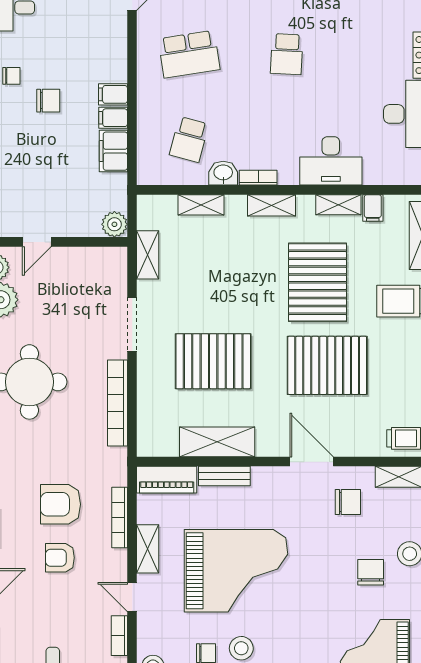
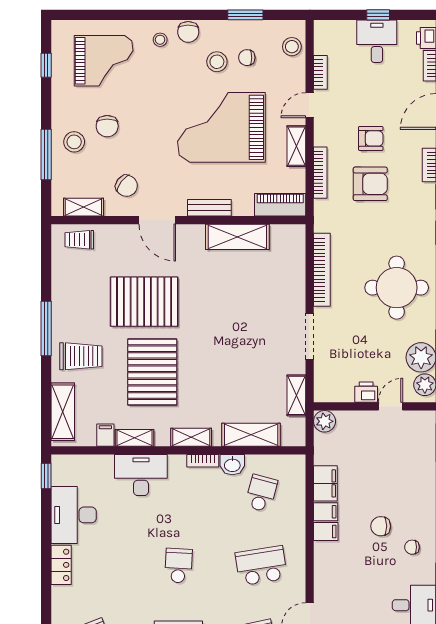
shelving: (201, 205) -> (251, 435), width x1.50, depth x1.33
printer: (65, 259) -> (366, 392), added
pallet: (213, 361) -> (241, 305), removed
bench: (224, 476) -> (209, 208), moved
chair: (348, 502) -> (127, 186), turned -142
door: (132, 597) -> (310, 105), swing flipped

